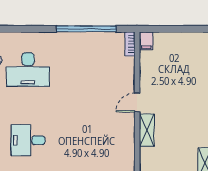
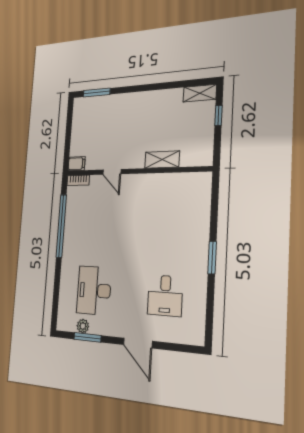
desk: (28, 70) -> (94, 290), turned 180
door: (137, 102) -> (112, 172), moved

